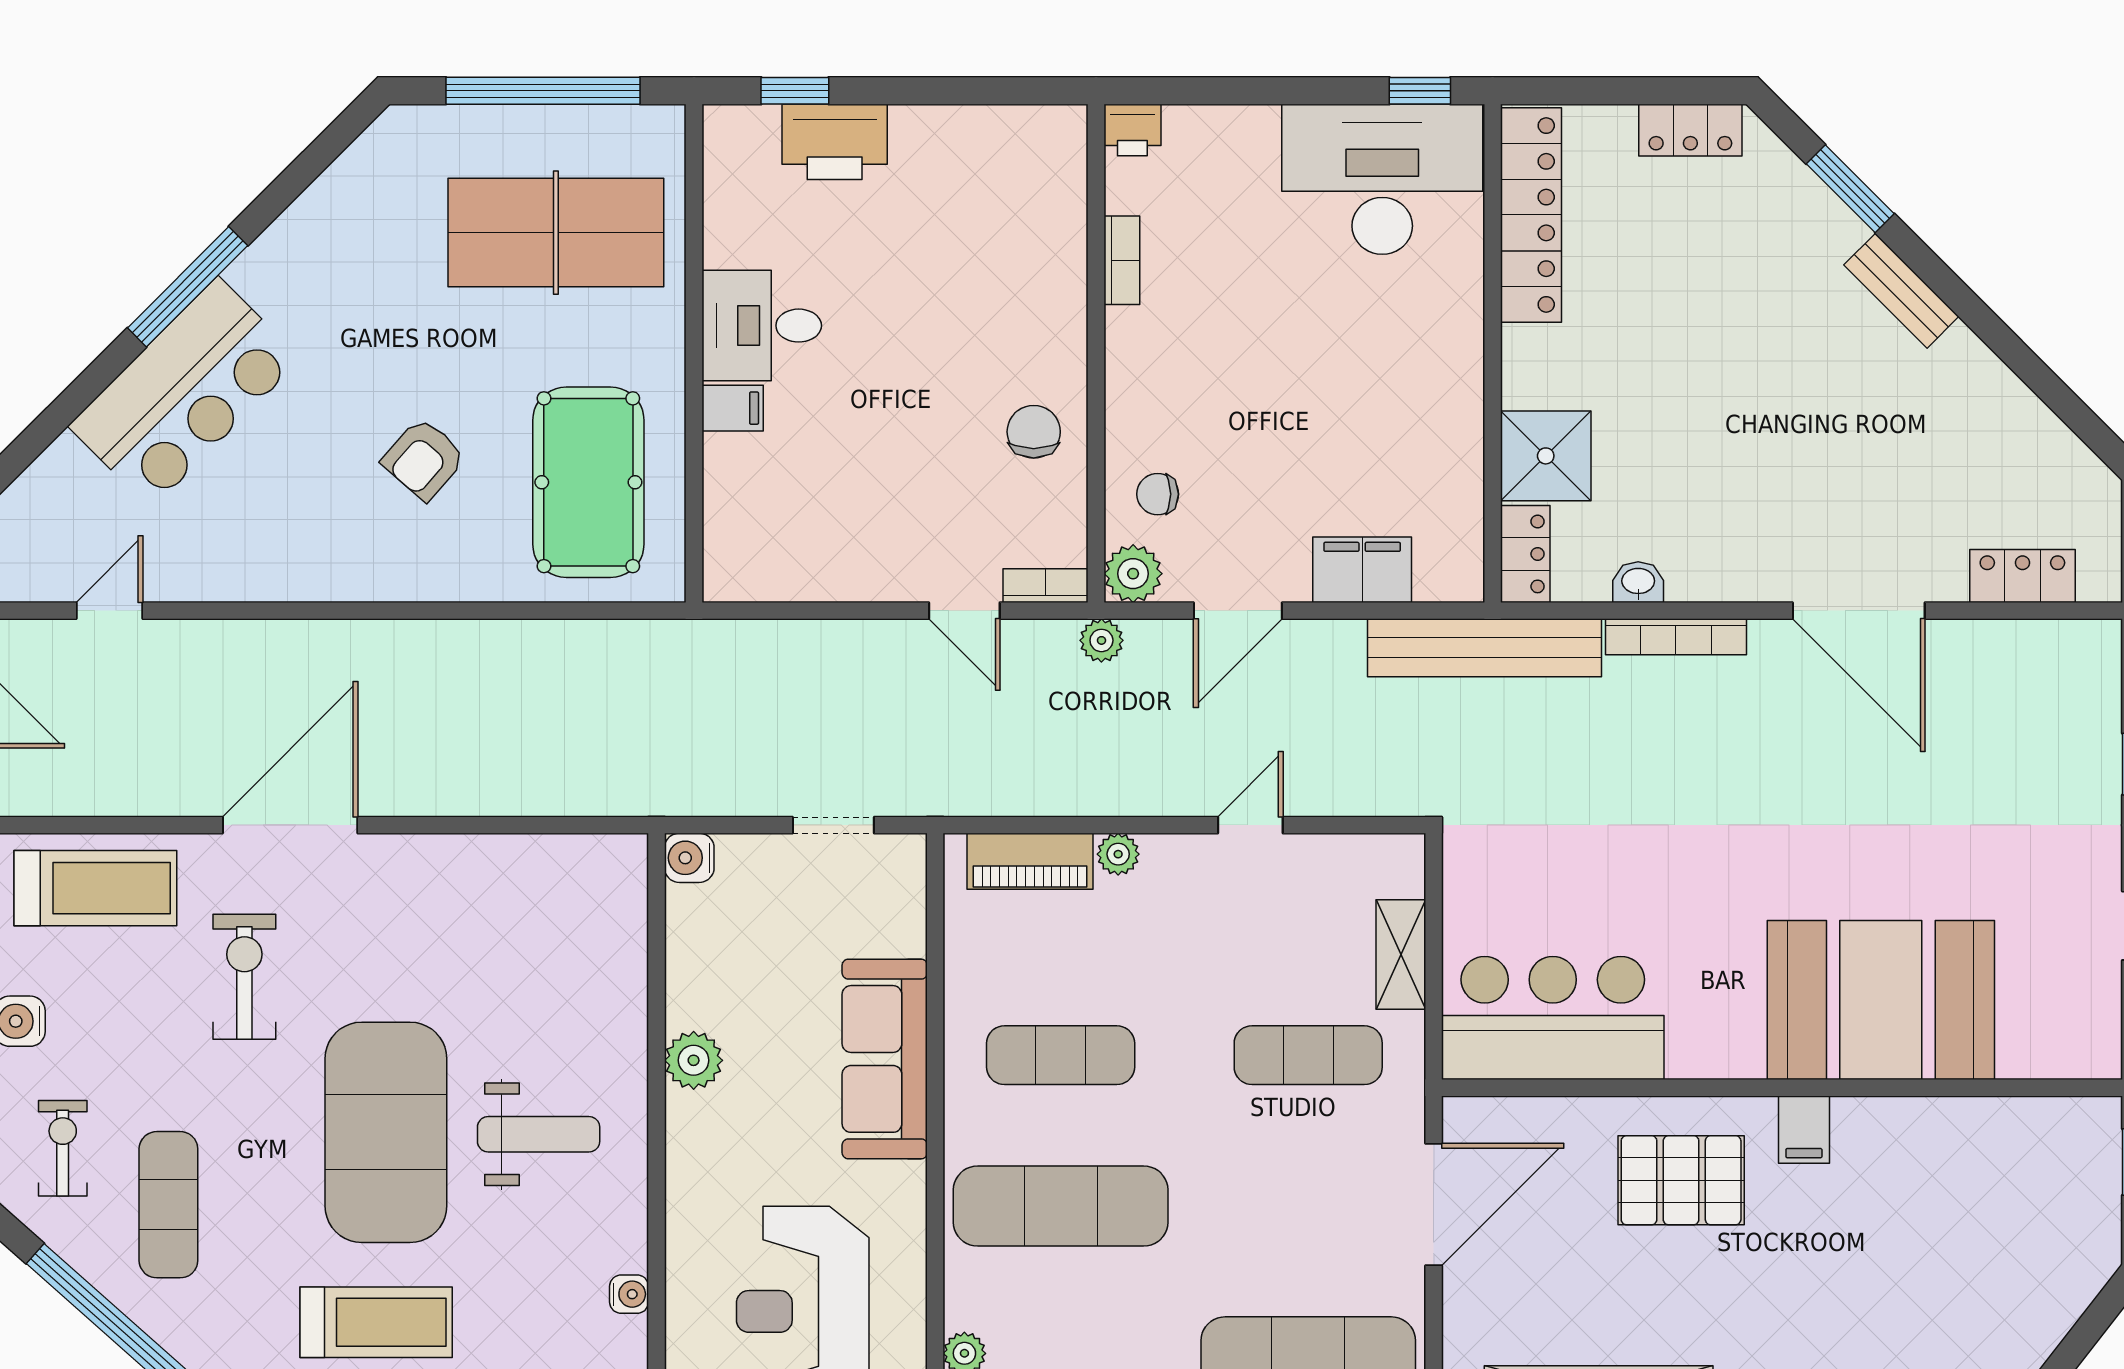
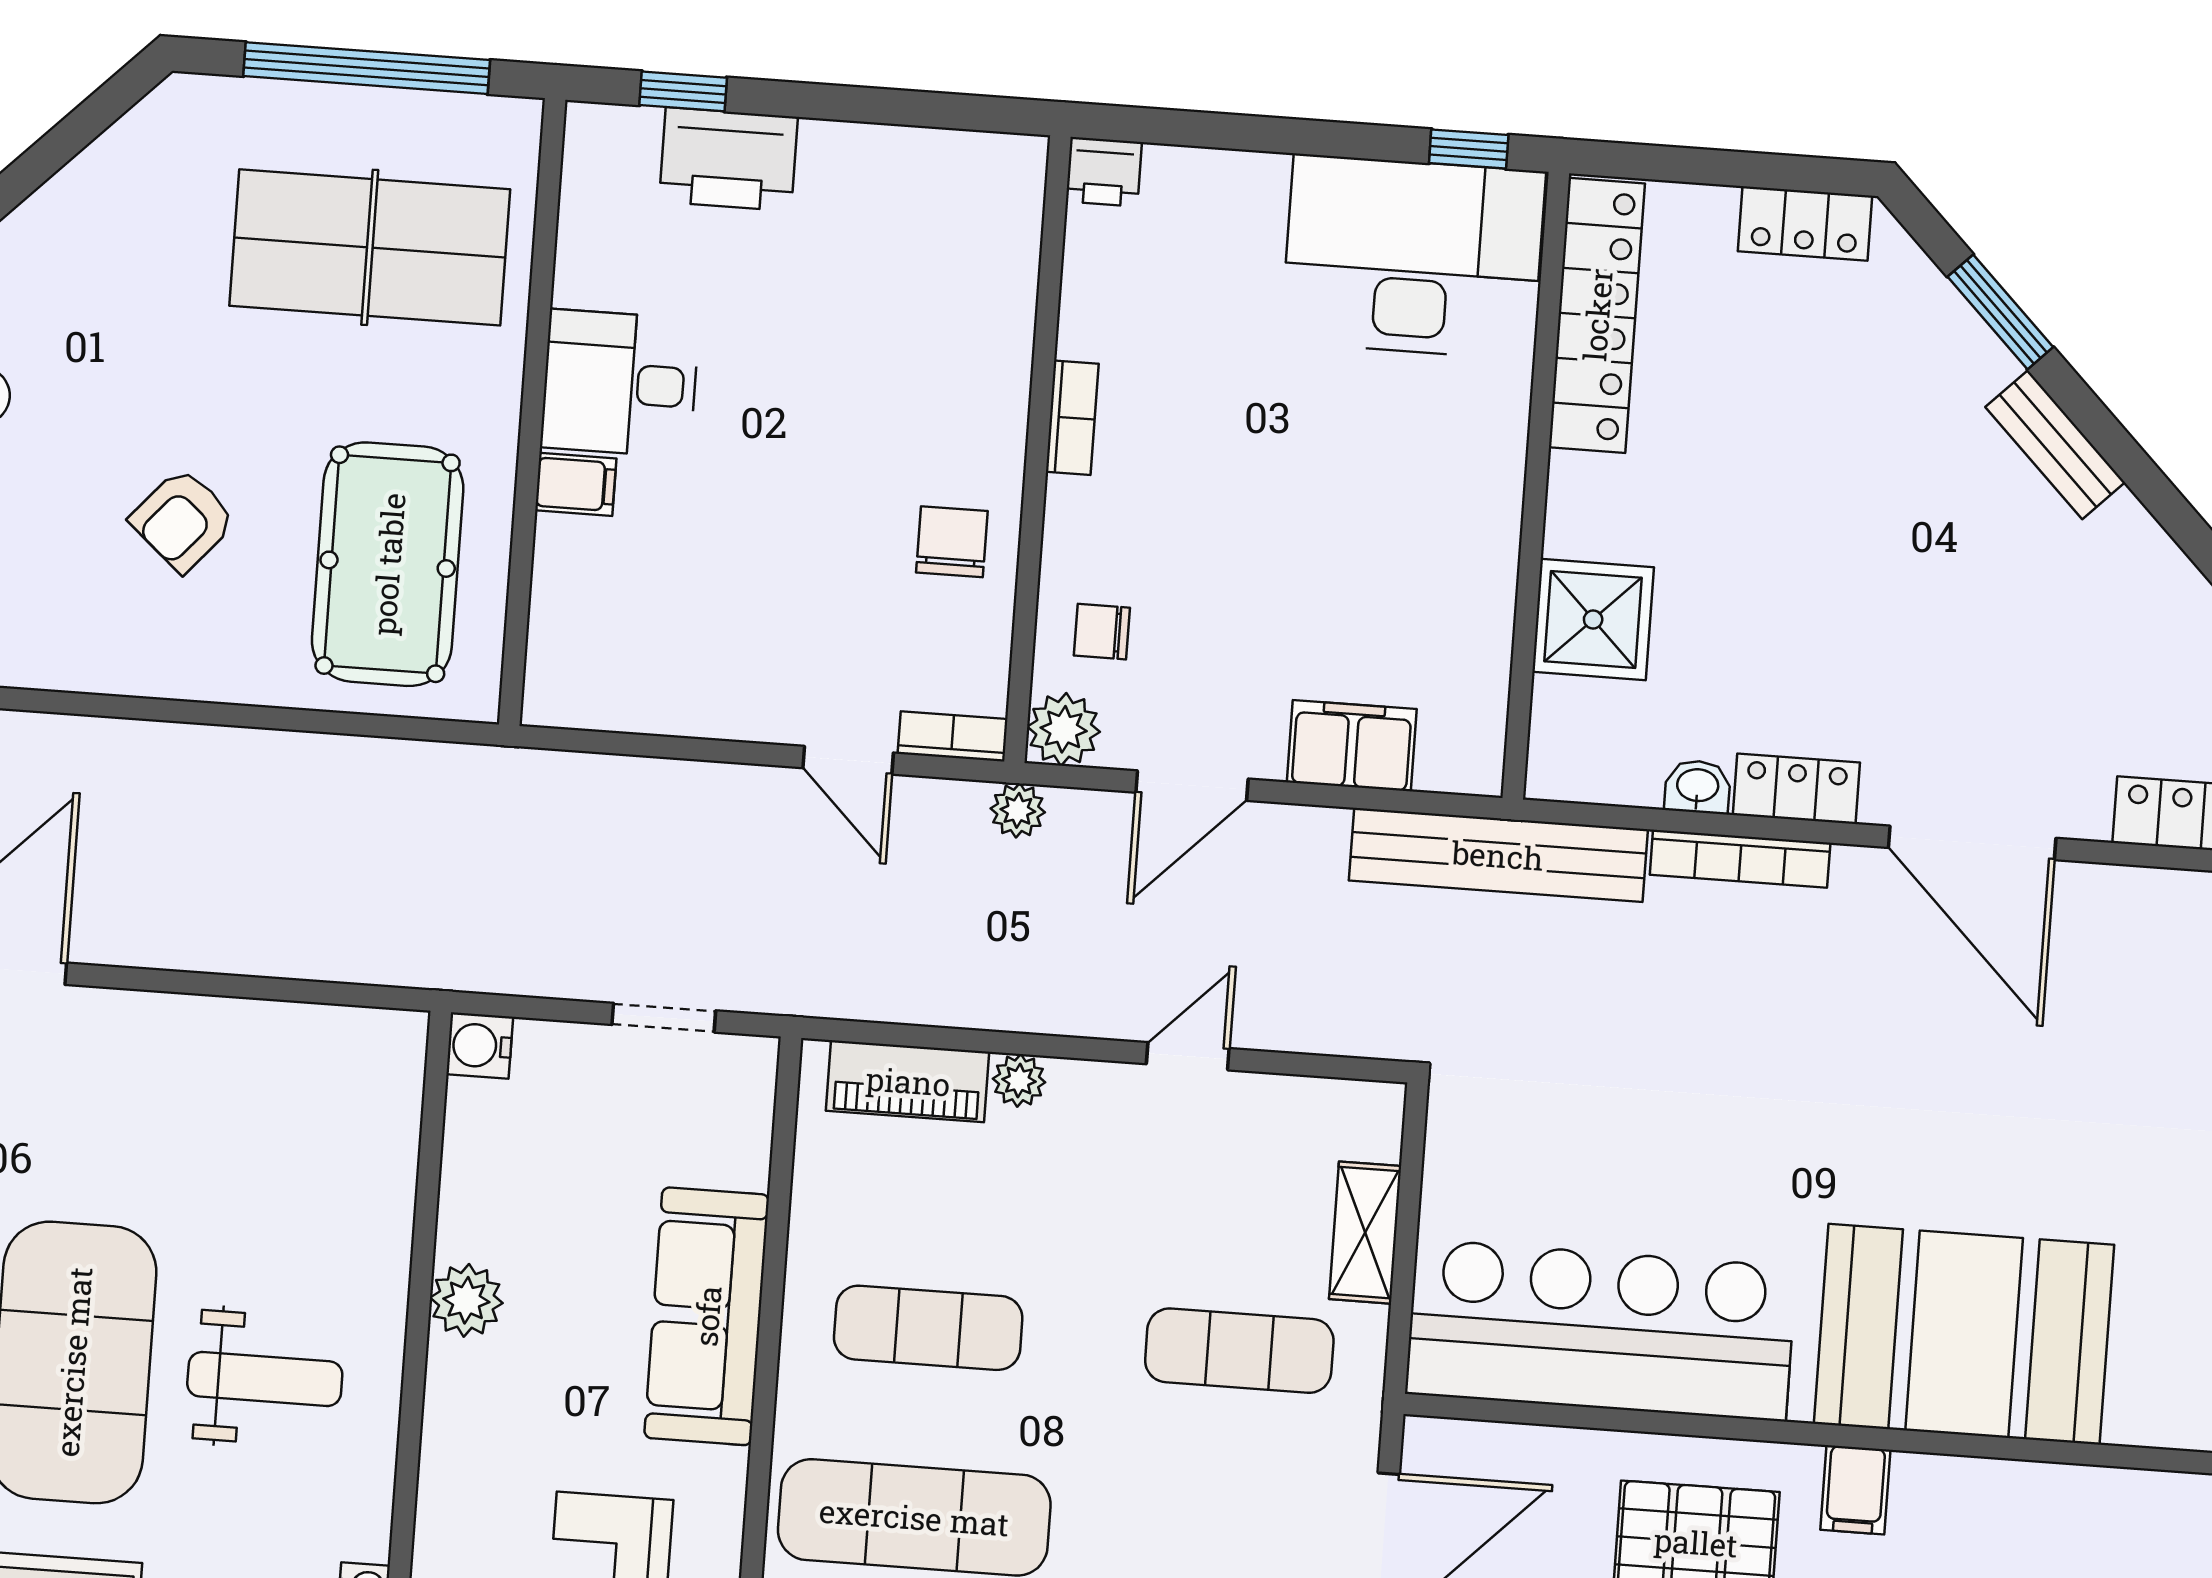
bookcase: (1122, 260) -> (1072, 418), moved
locker: (1525, 554) -> (1796, 789), moved, turned -90
bar counter: (1553, 1018) -> (1601, 1330), width x1.36

